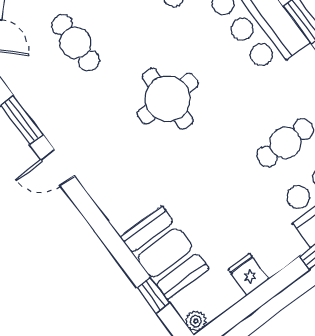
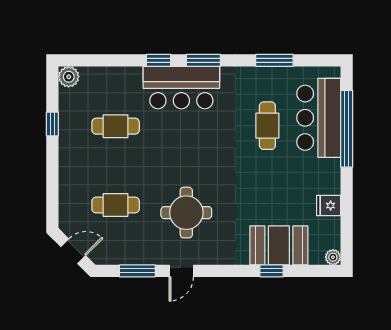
round table: (168, 99) -> (186, 213), moved
window: (153, 295) -> (272, 271), moved

